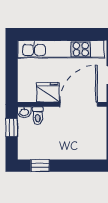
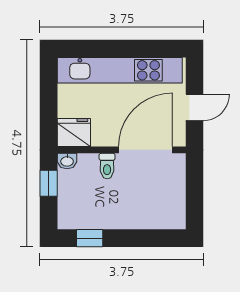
fridge: (48, 92) -> (74, 132), moved
toilet: (38, 116) -> (107, 166), moved

